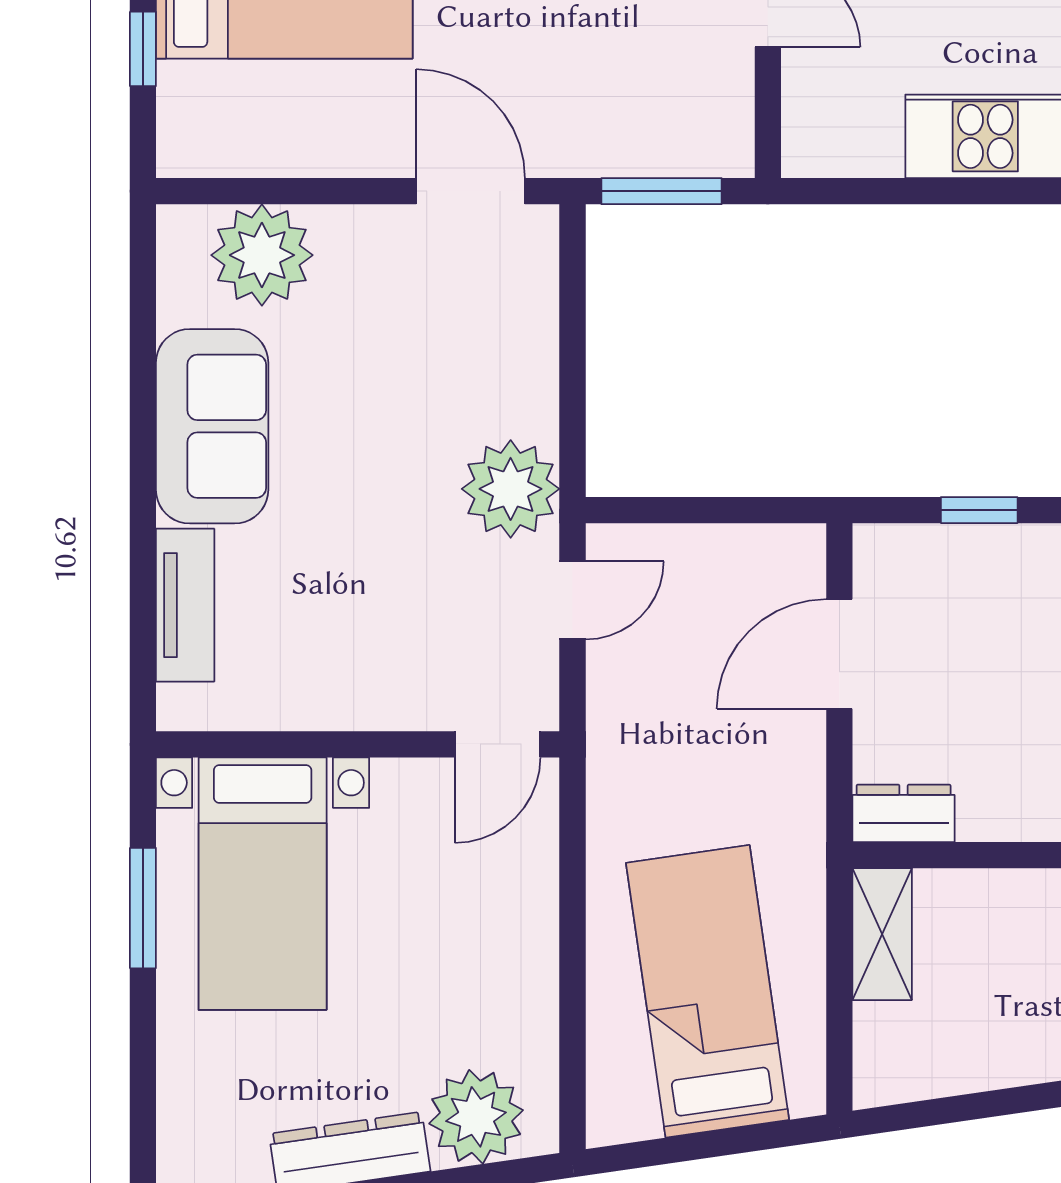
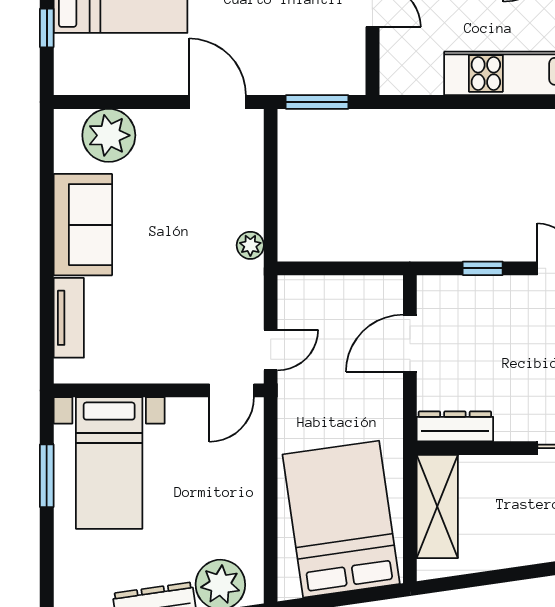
plant: (511, 489) -> (250, 245), width x0.53, depth x0.53
door: (573, 600) -> (271, 350), moved
dresser: (904, 813) -> (455, 426), width x1.44
shelving: (882, 934) -> (437, 507), width x1.50, depth x1.33
bed: (708, 991) -> (341, 519), width x1.50

